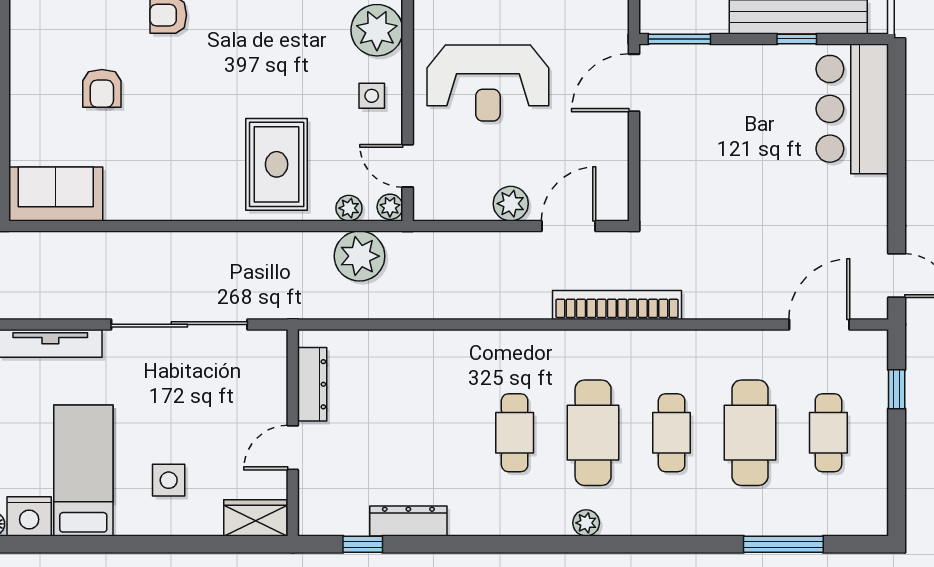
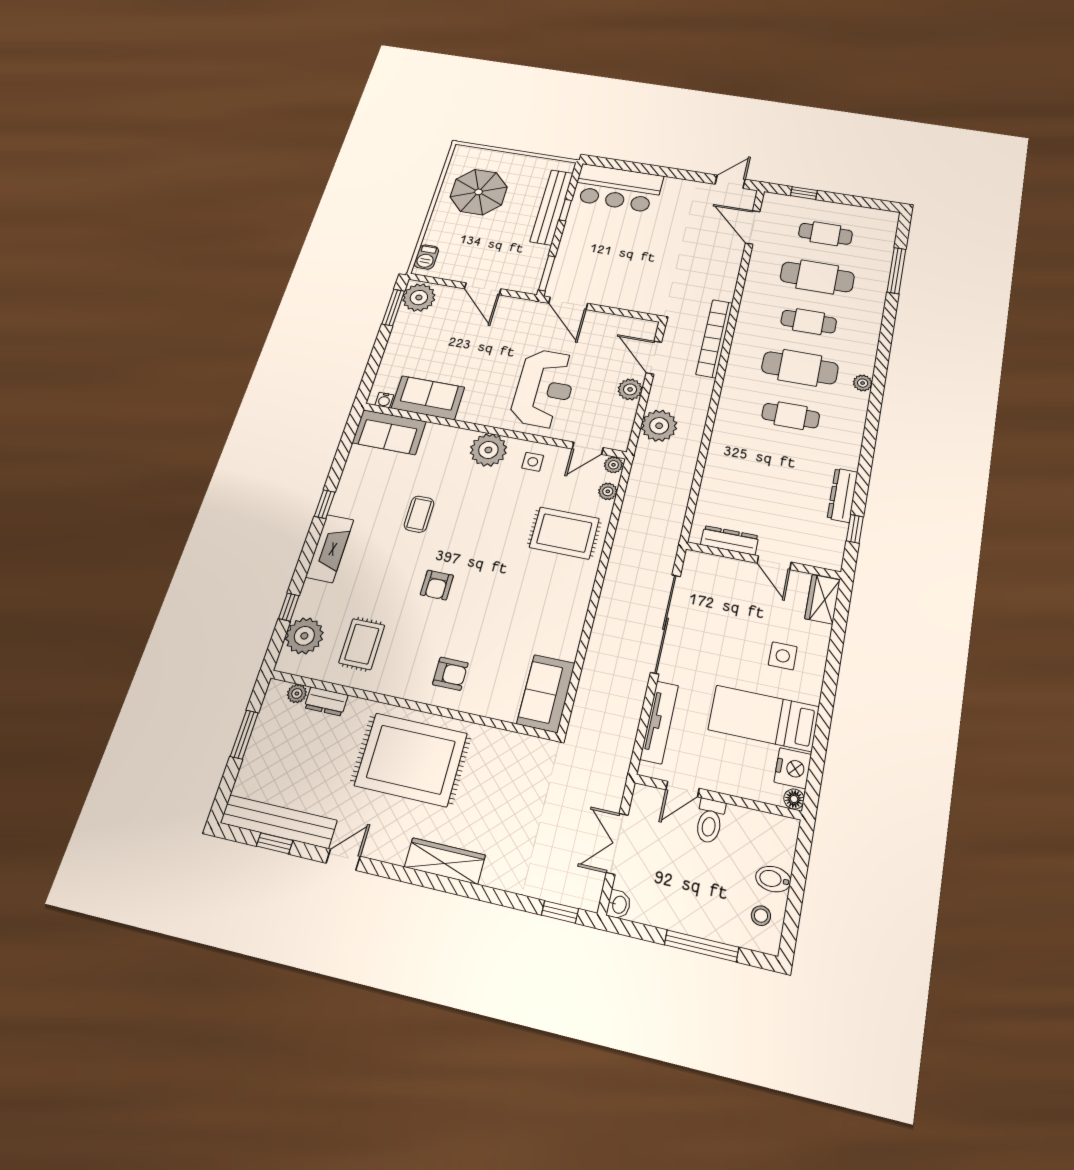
armchair: (102, 88) -> (450, 674), moved
plant: (360, 256) -> (659, 426), moved

